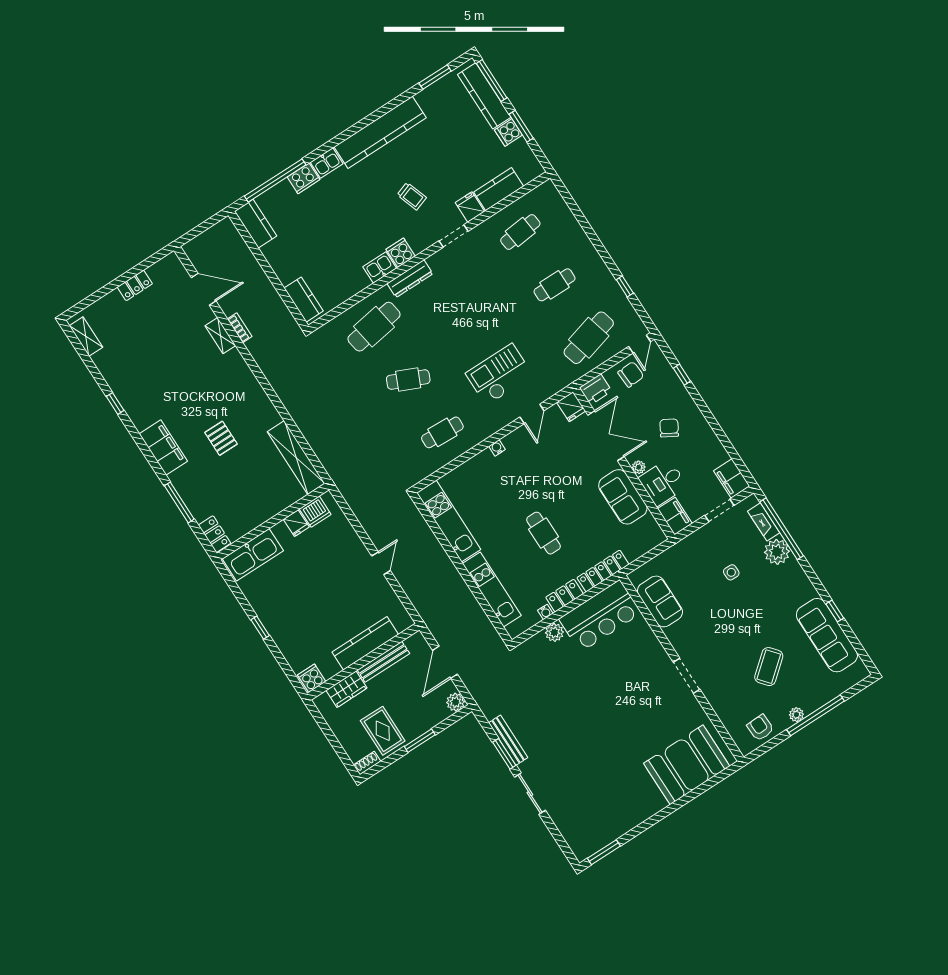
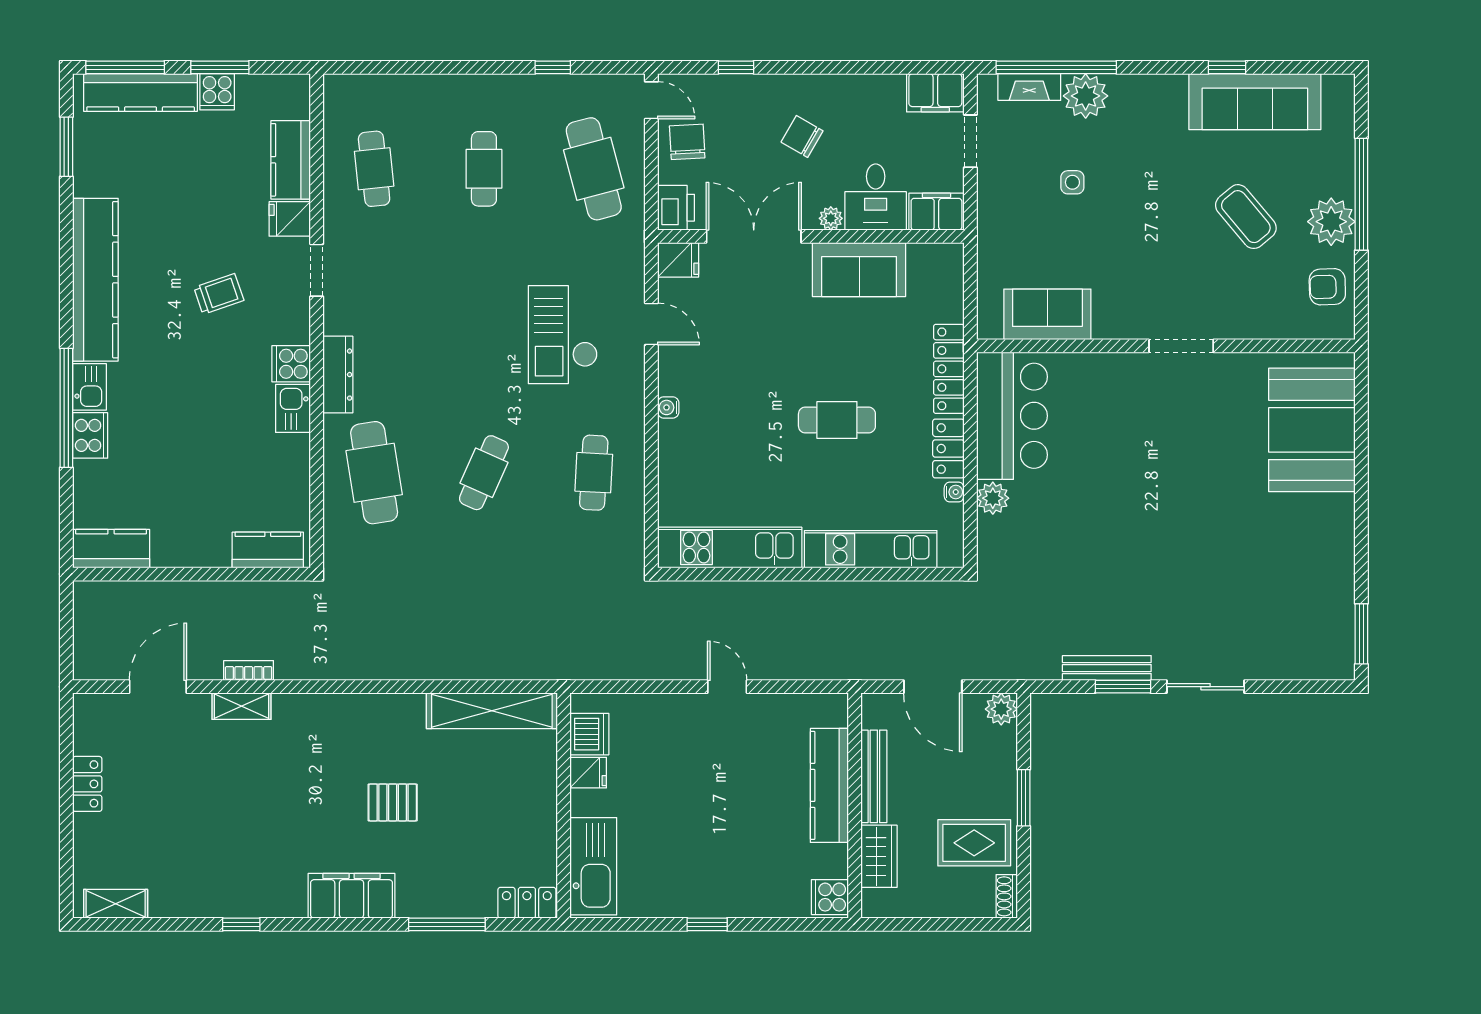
window: (275, 180) -> (66, 408), moved
plant: (796, 715) -> (1331, 222), width x1.88, depth x1.88

